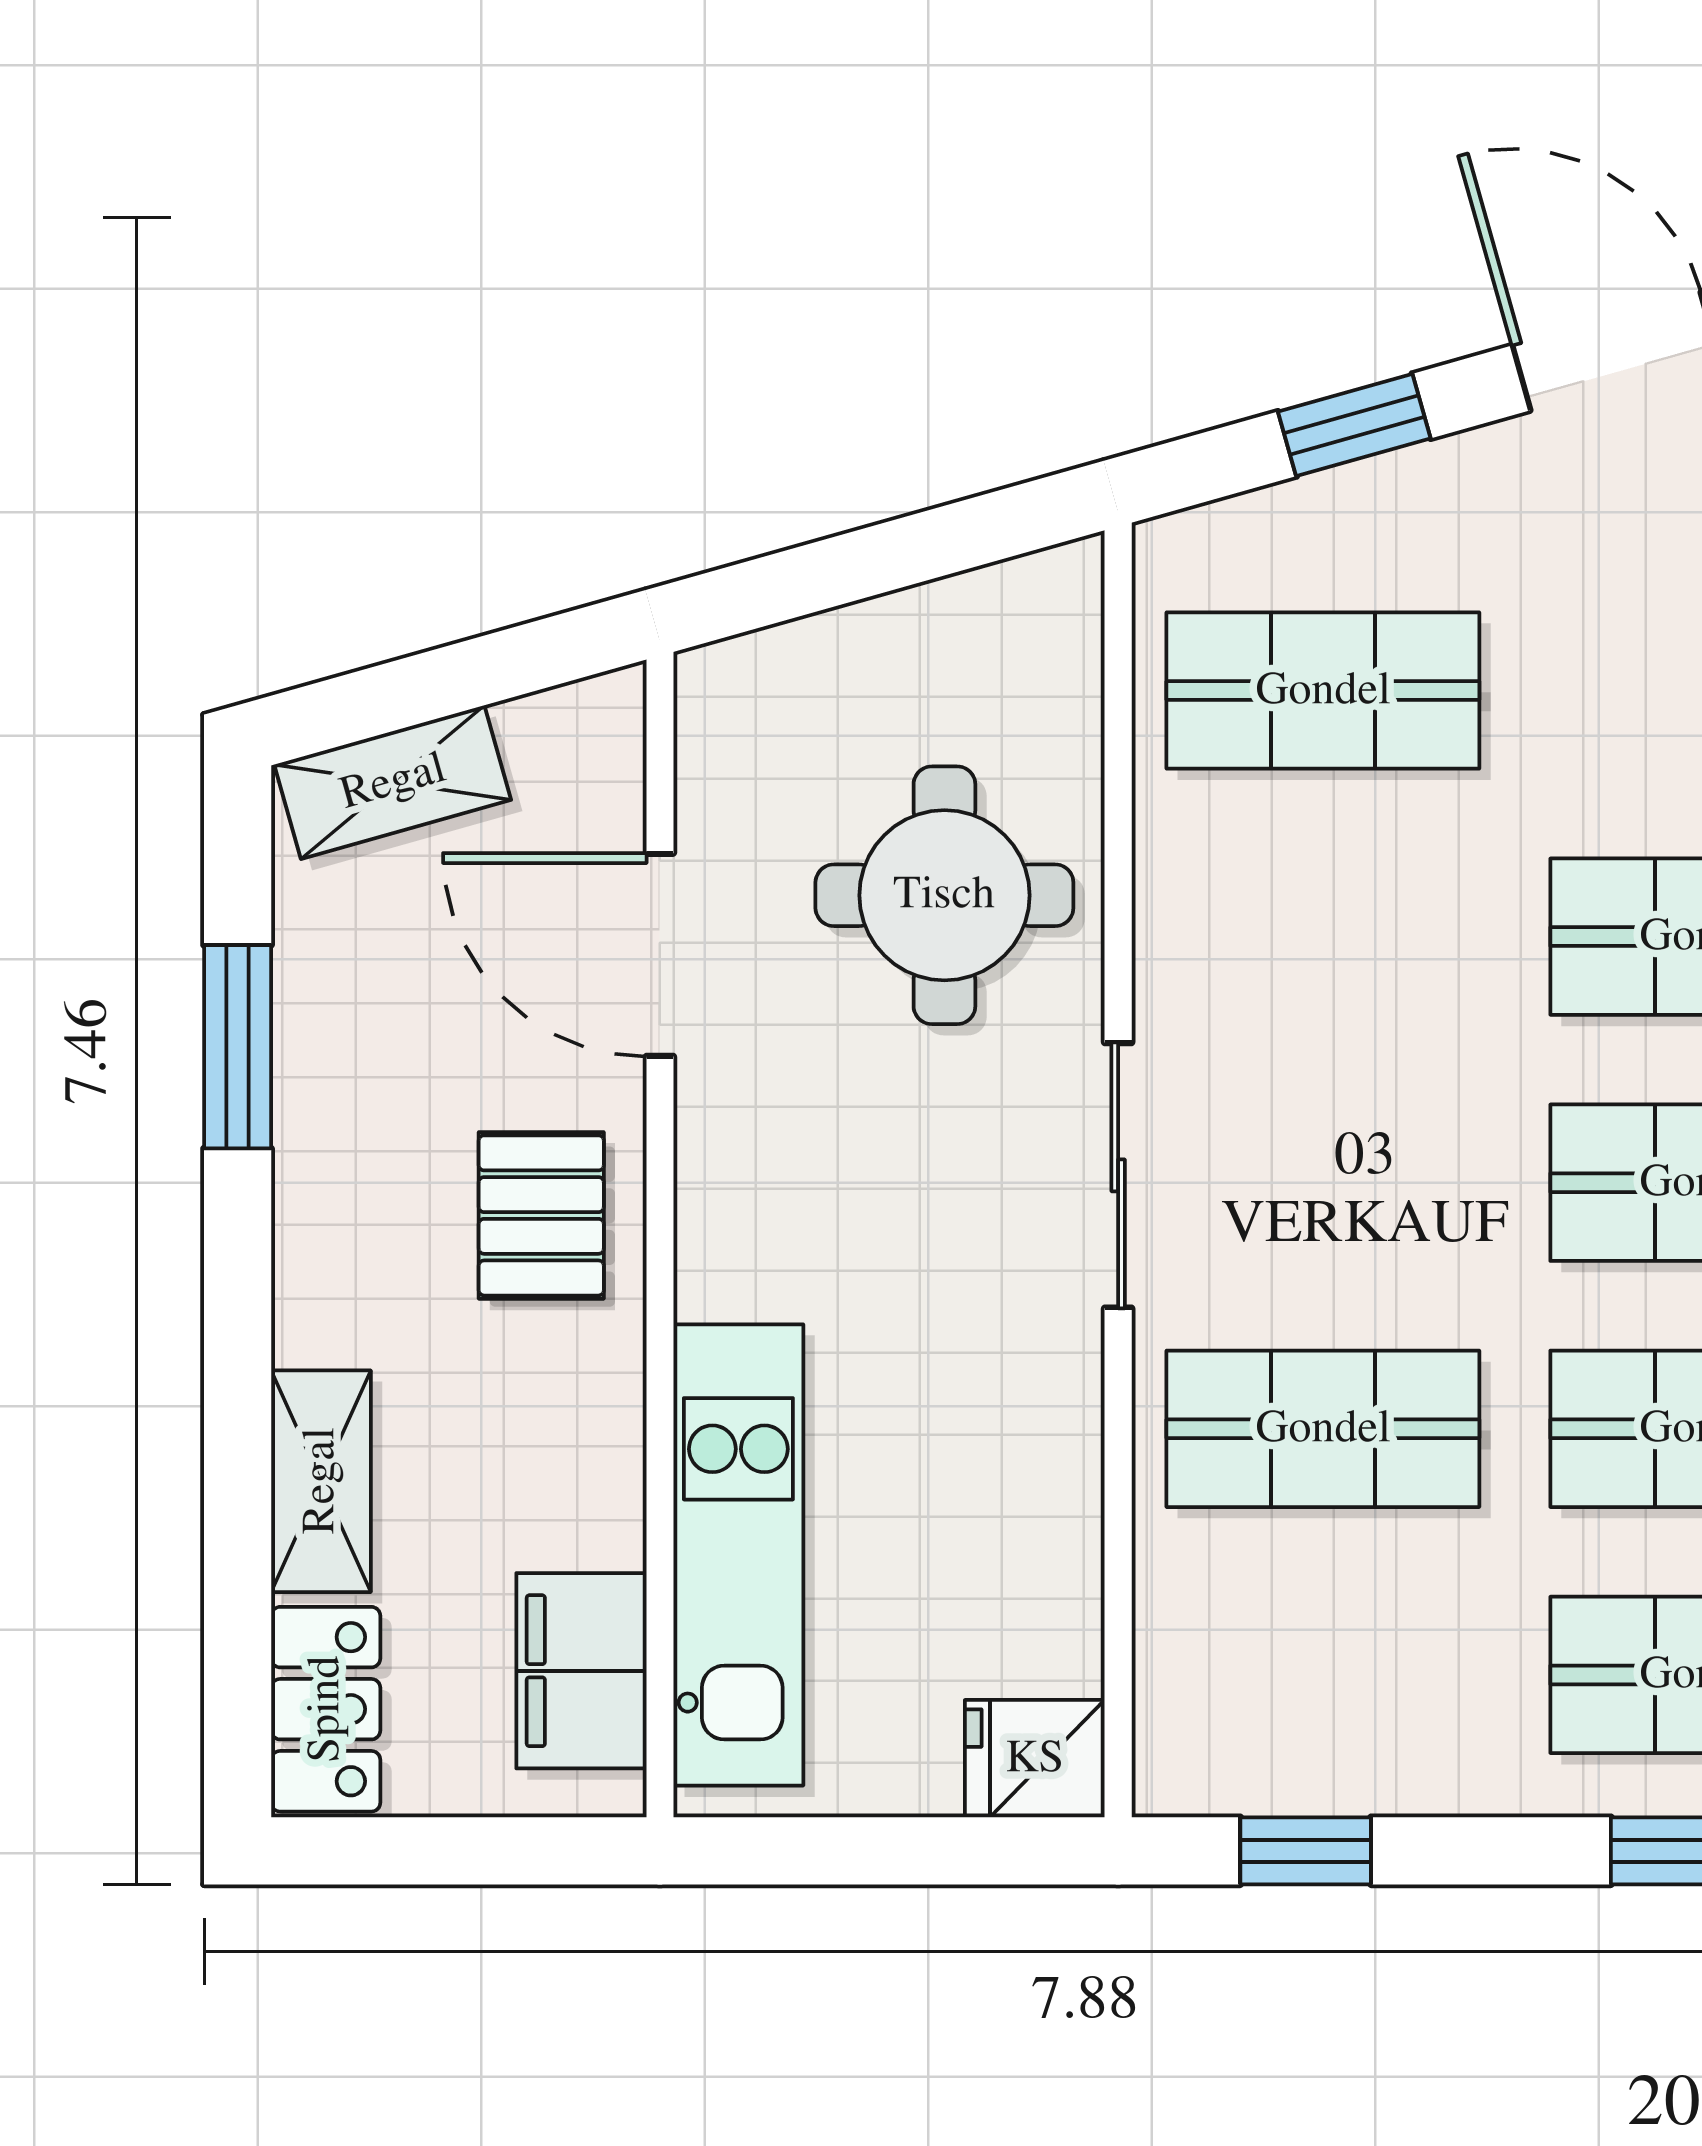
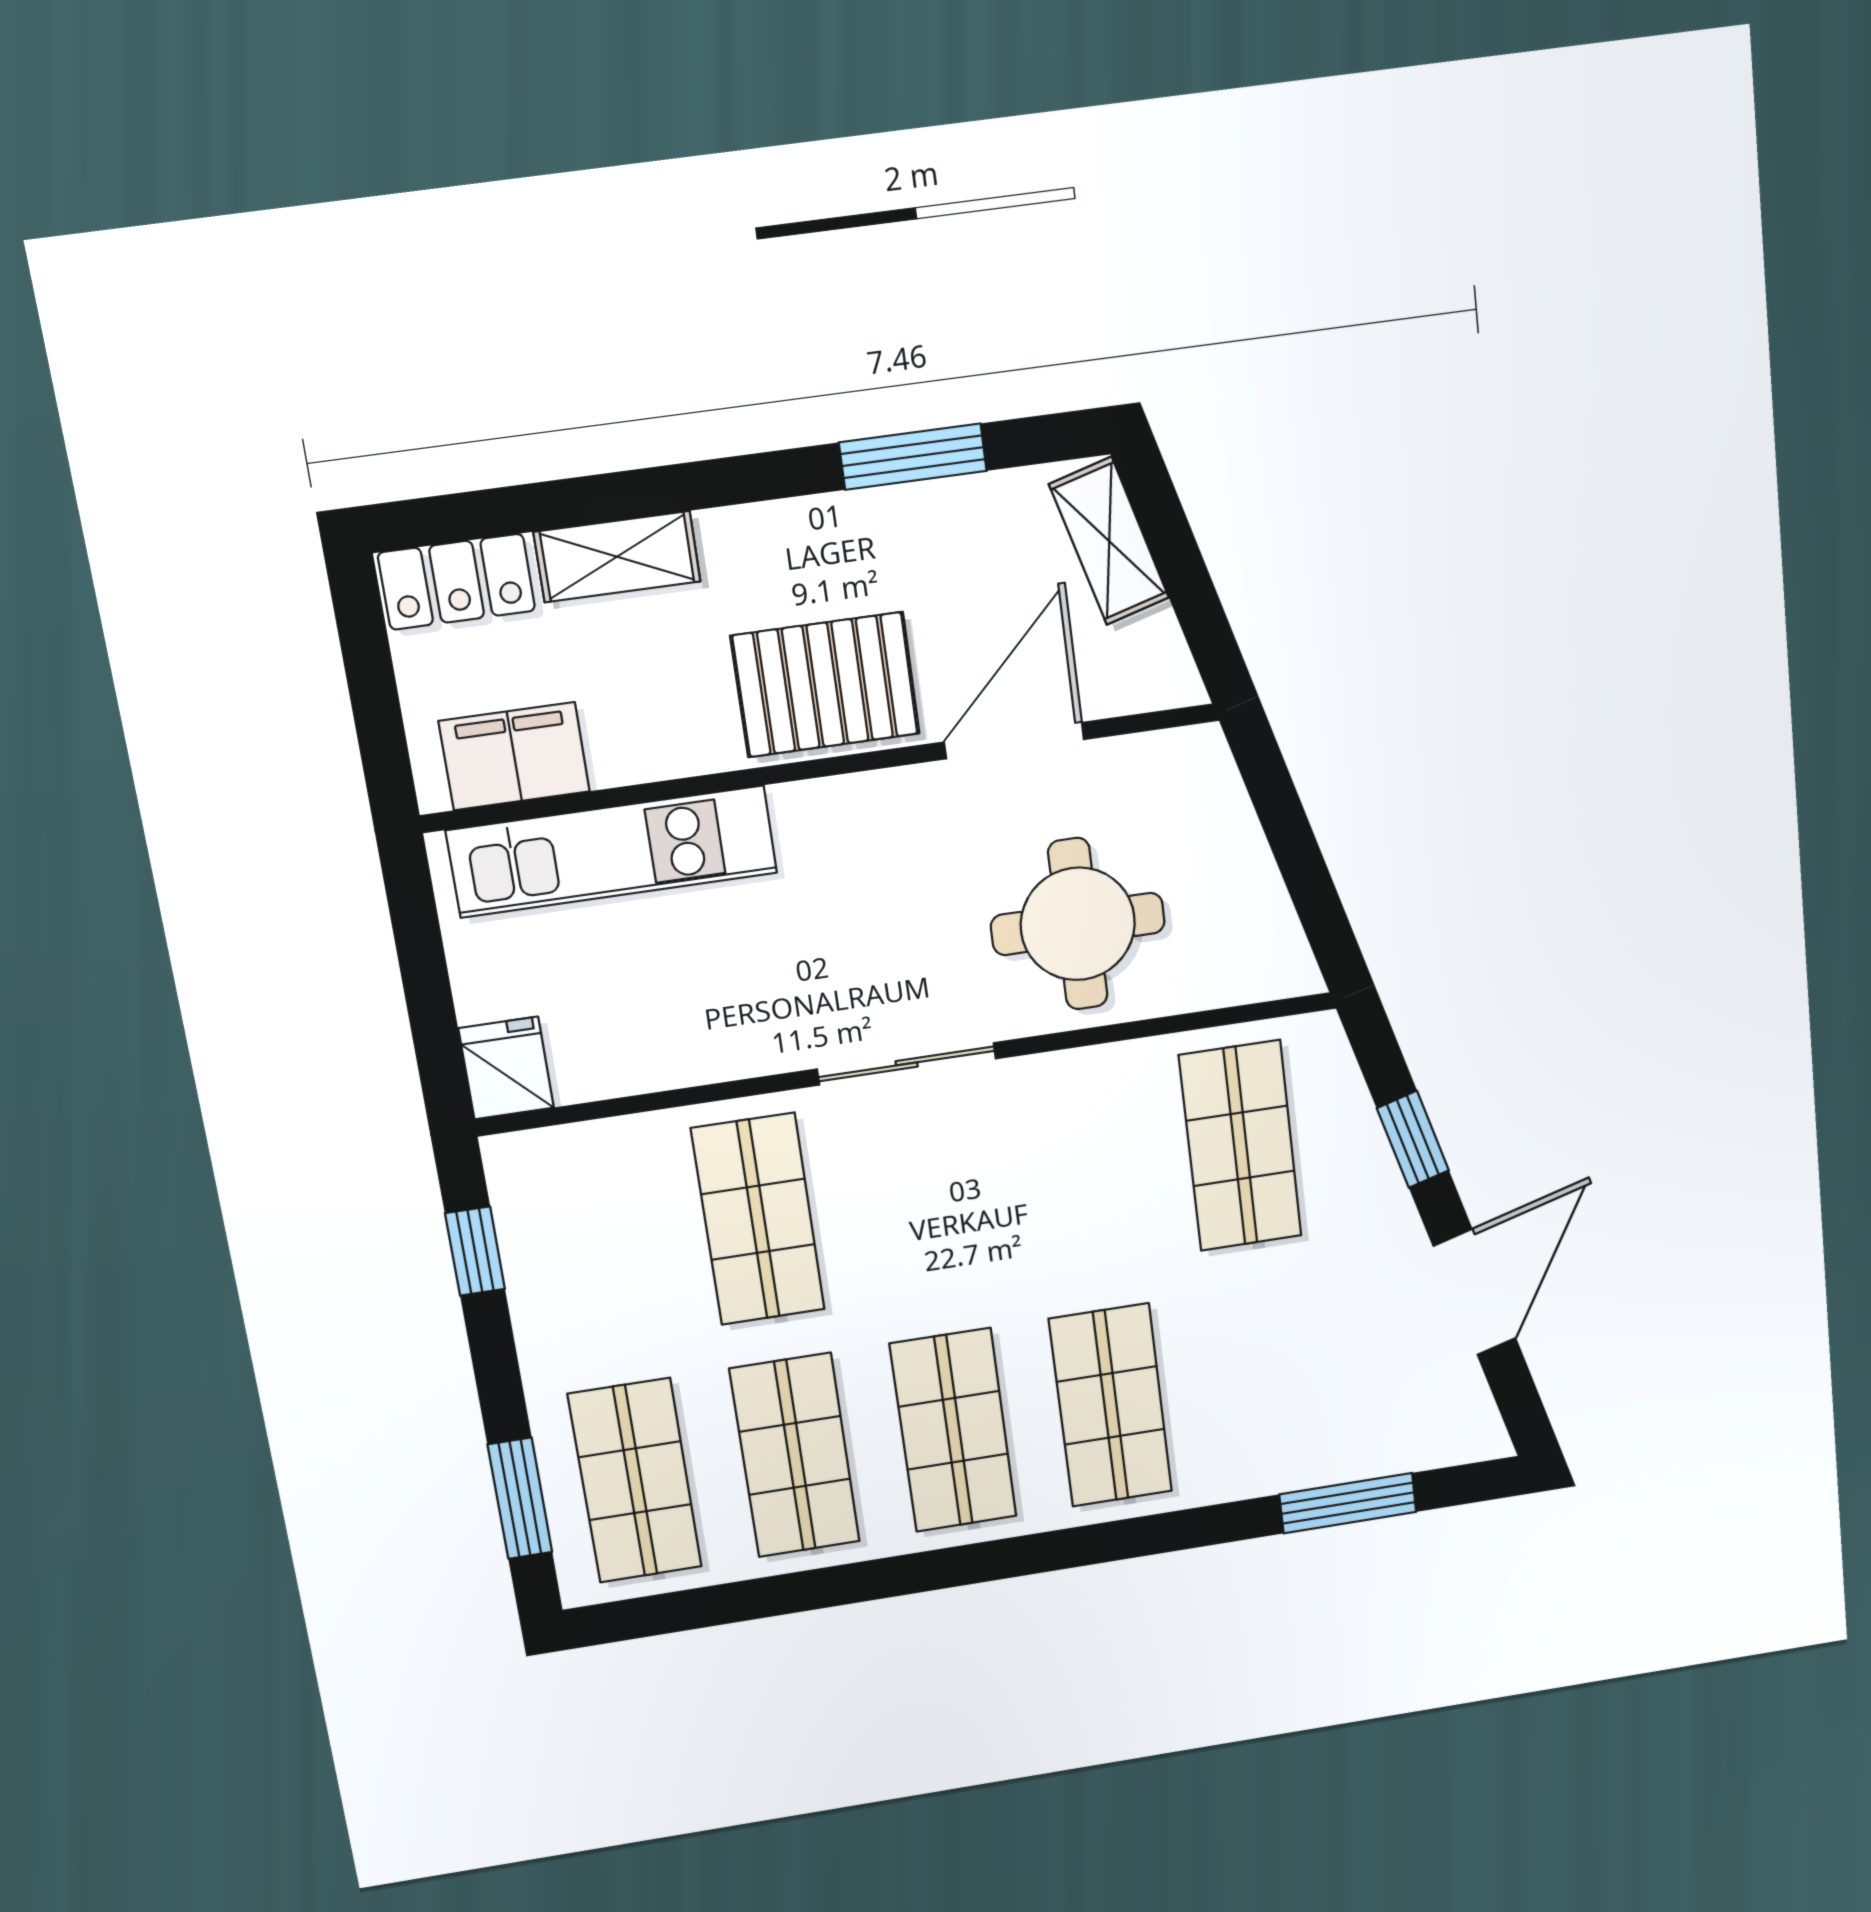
pallet: (541, 1215) -> (825, 685), width x1.50, depth x1.42

